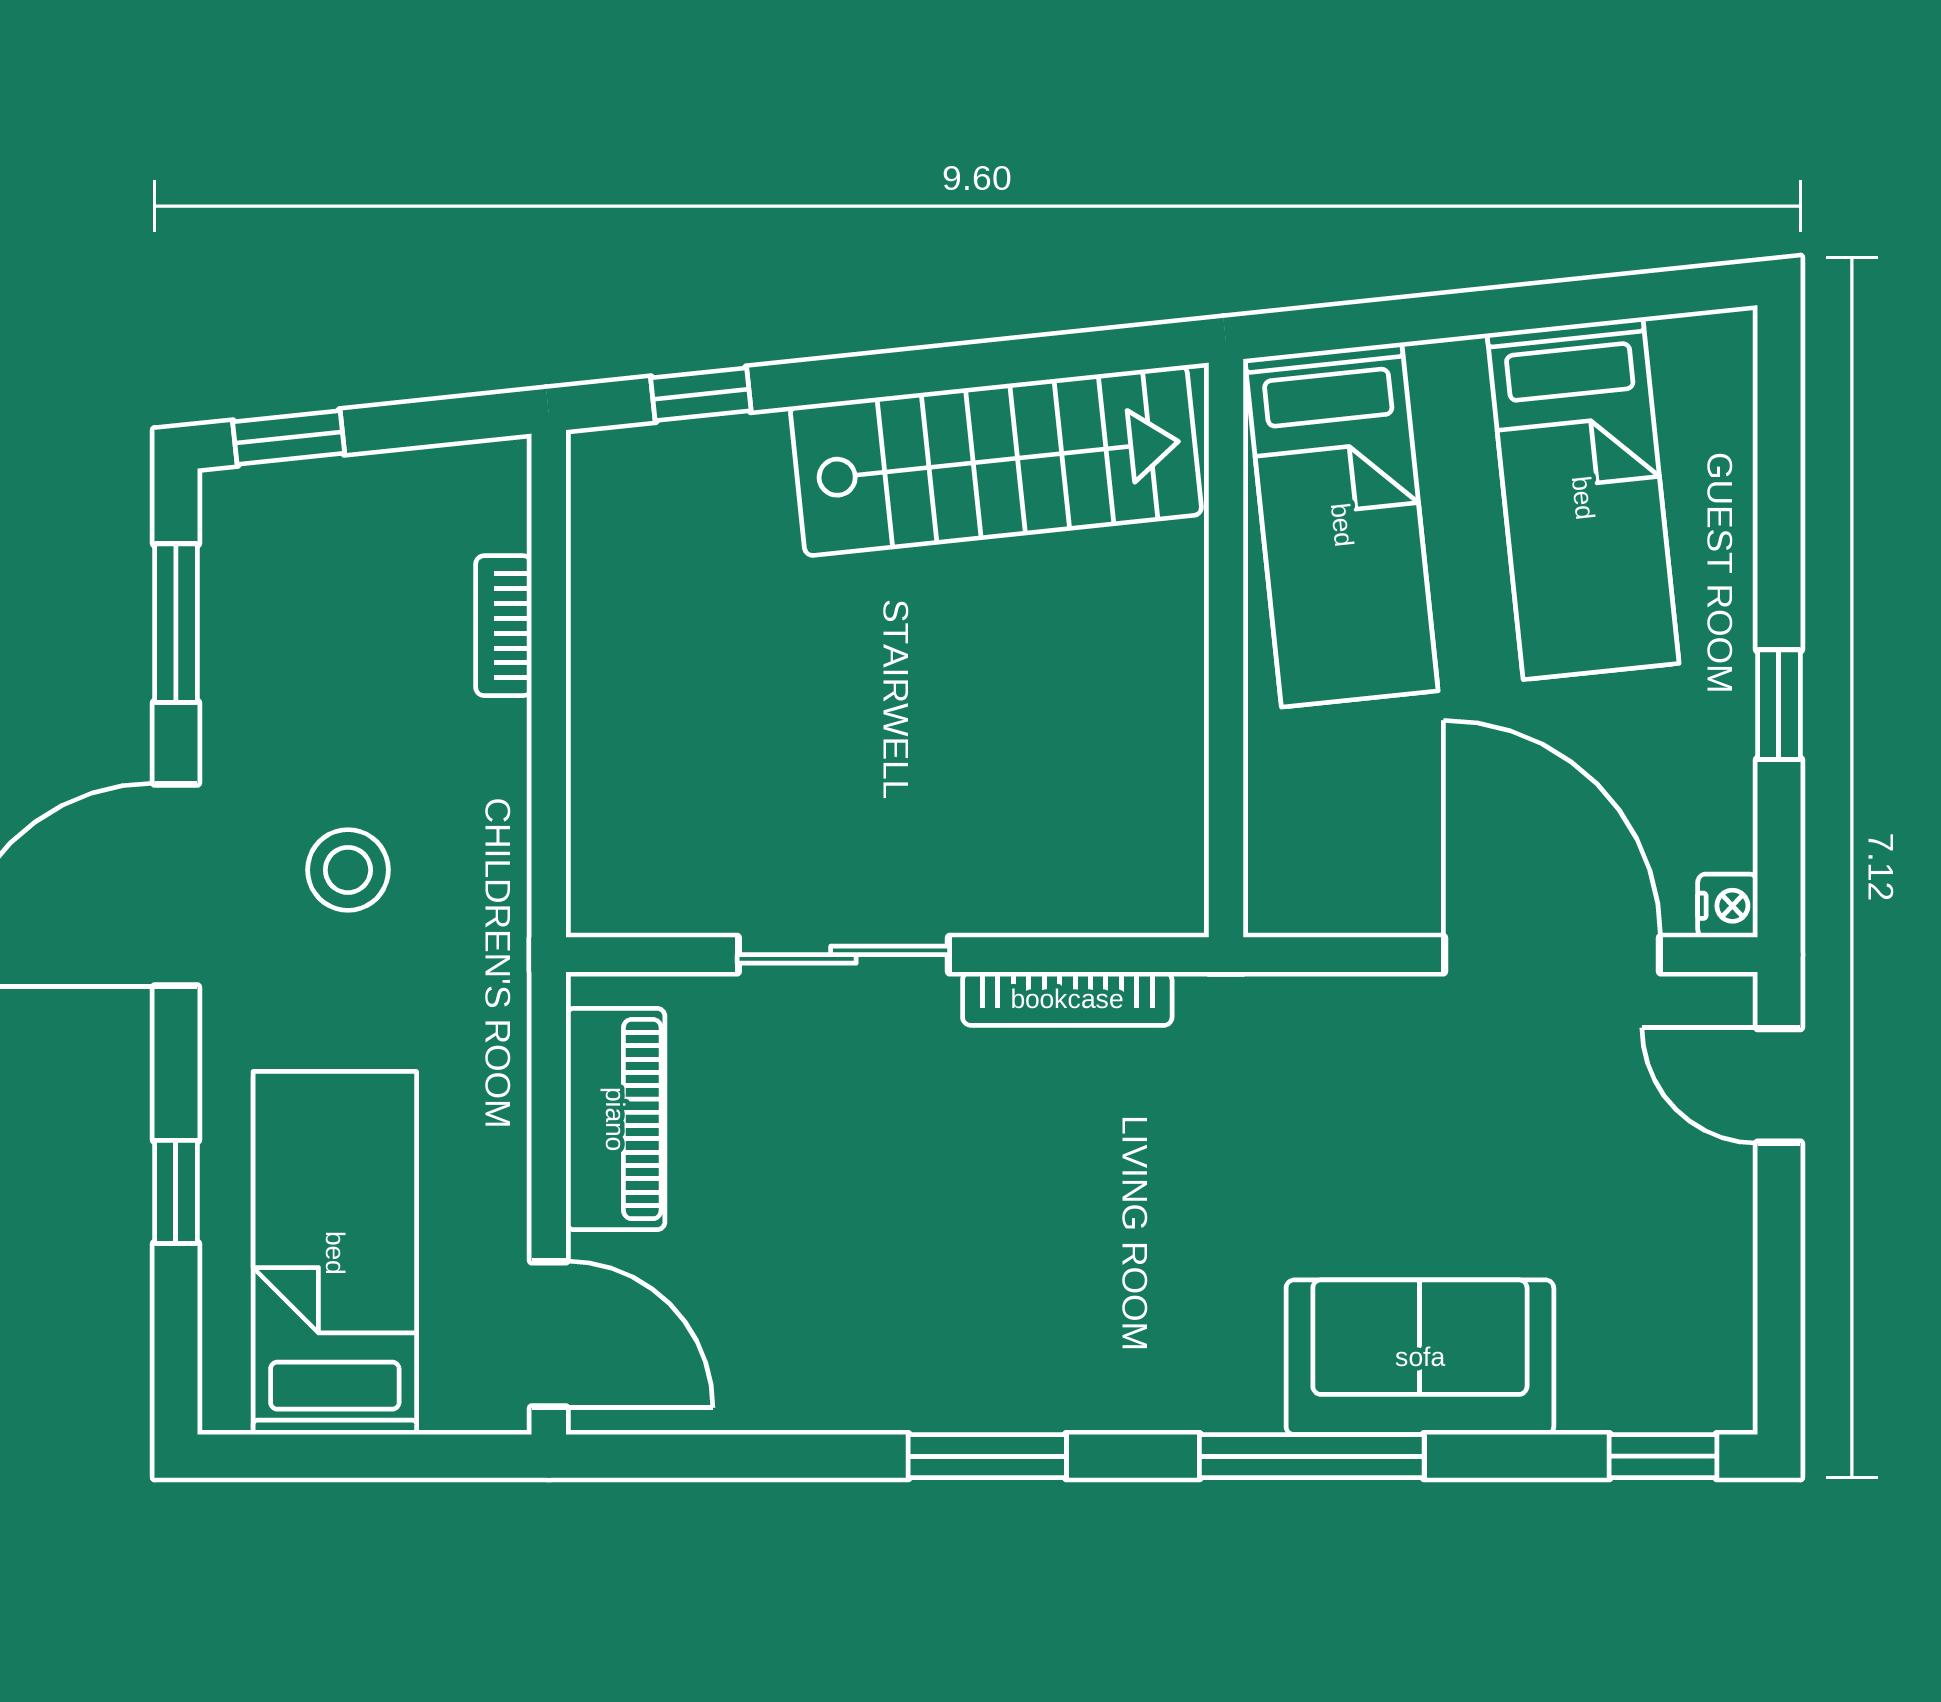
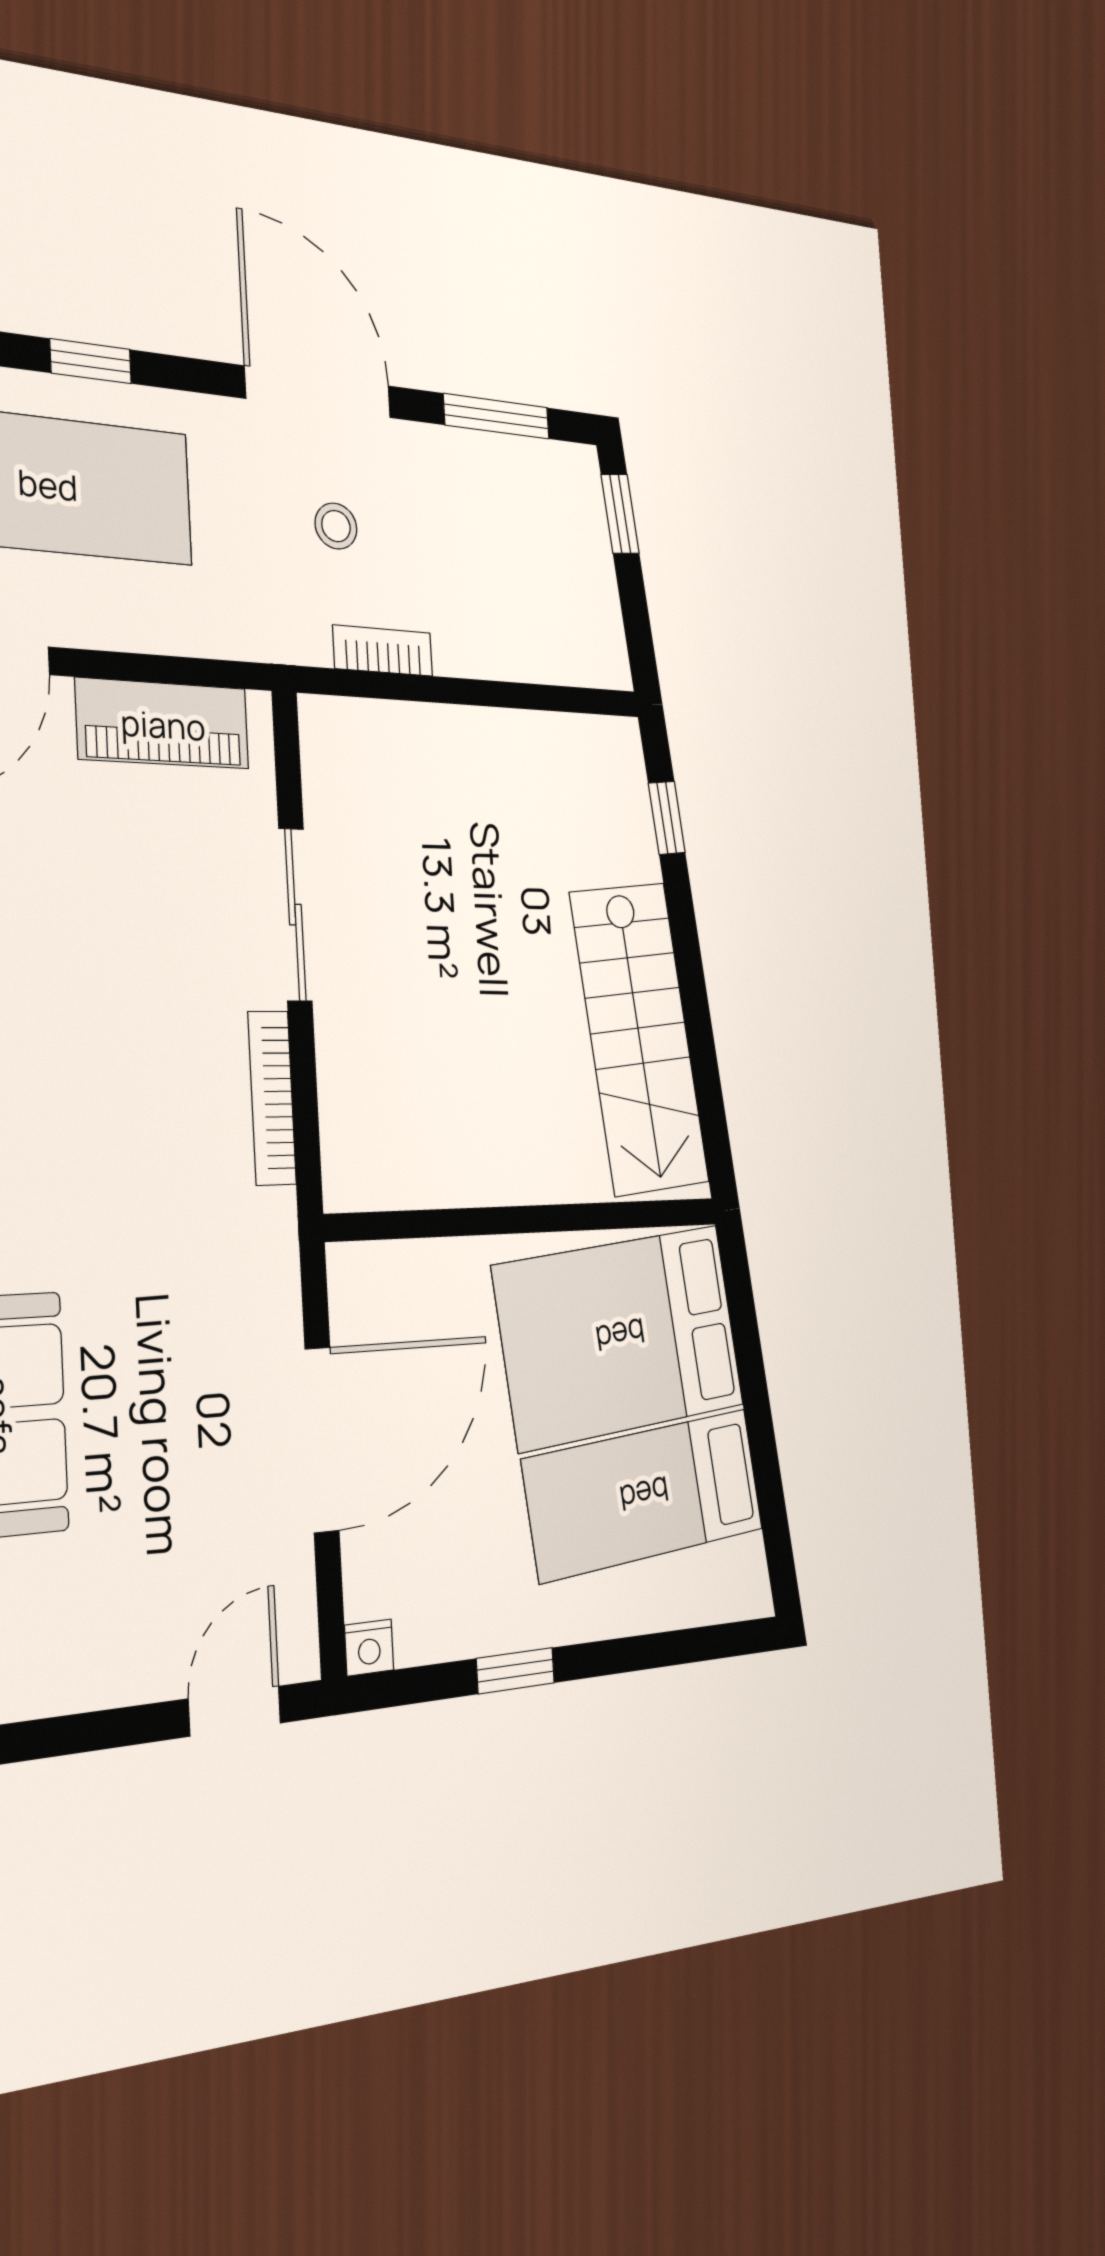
bed: (1342, 525) -> (620, 1336), width x1.50
bookcase: (504, 626) -> (383, 651), moved
stool: (348, 870) -> (336, 526), width x0.73, depth x0.73
door: (1552, 955) -> (322, 1440), moved

